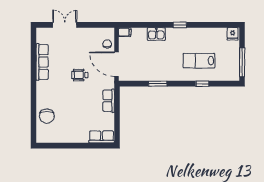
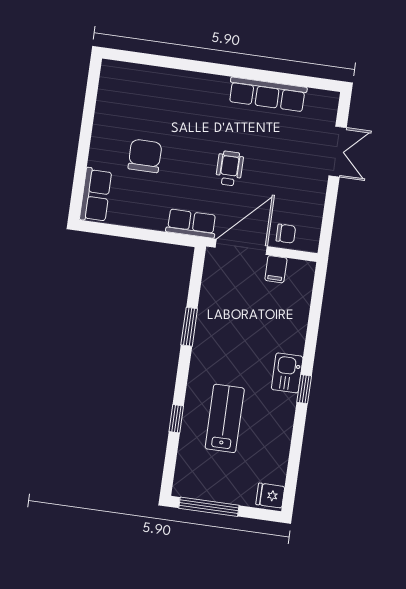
filing cabinet: (125, 32) -> (276, 269), moved
kitchen sink: (156, 34) -> (287, 373), moved
row of seats: (109, 101) -> (191, 224), moved
chair: (47, 116) -> (145, 156), moved, turned 90

